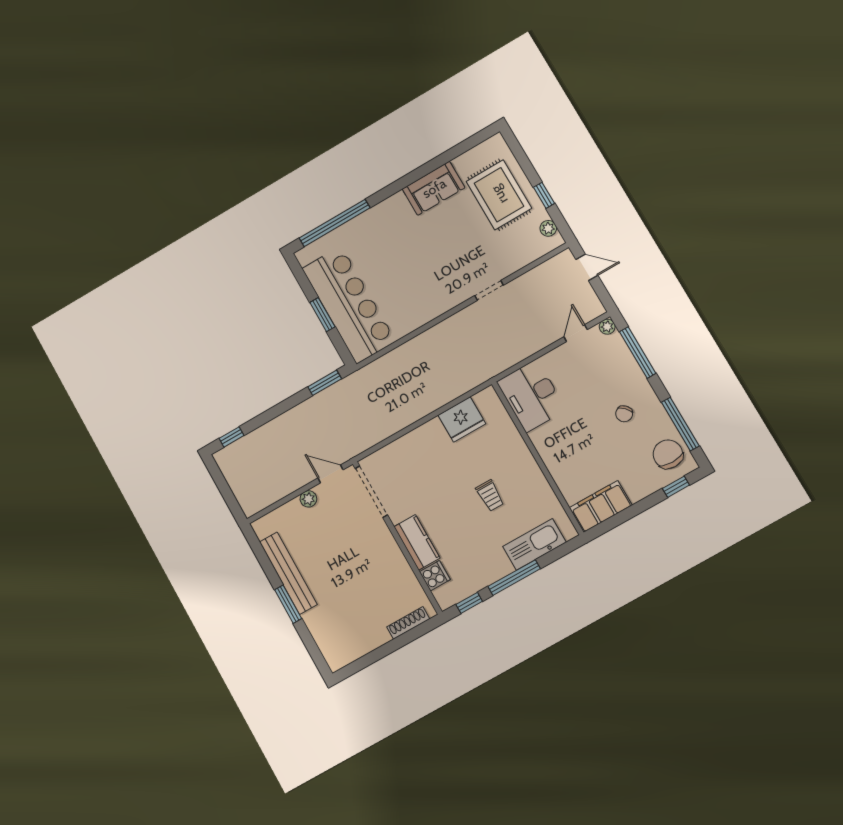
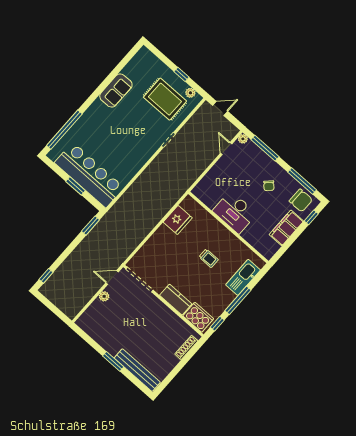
rug: (499, 195) -> (165, 99), moved
desk: (531, 396) -> (235, 212), moved
chair: (668, 454) -> (301, 200), turned 180
filing cabinet: (601, 506) -> (286, 228), moved
bench: (288, 573) -> (137, 370), moved
cooker: (435, 576) -> (198, 317), width x1.87, depth x1.31

